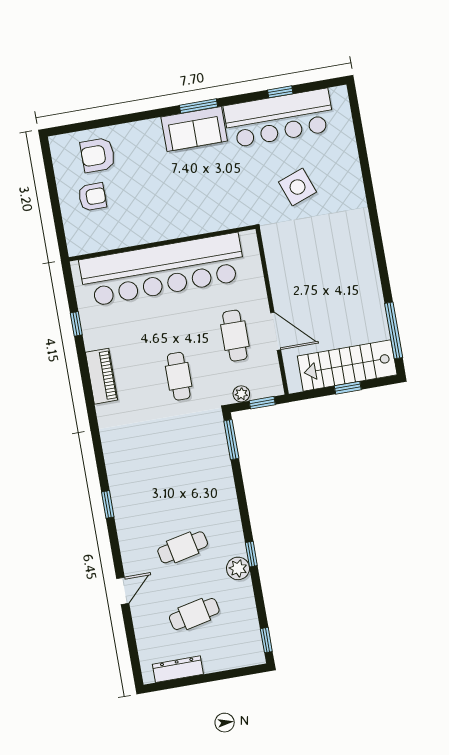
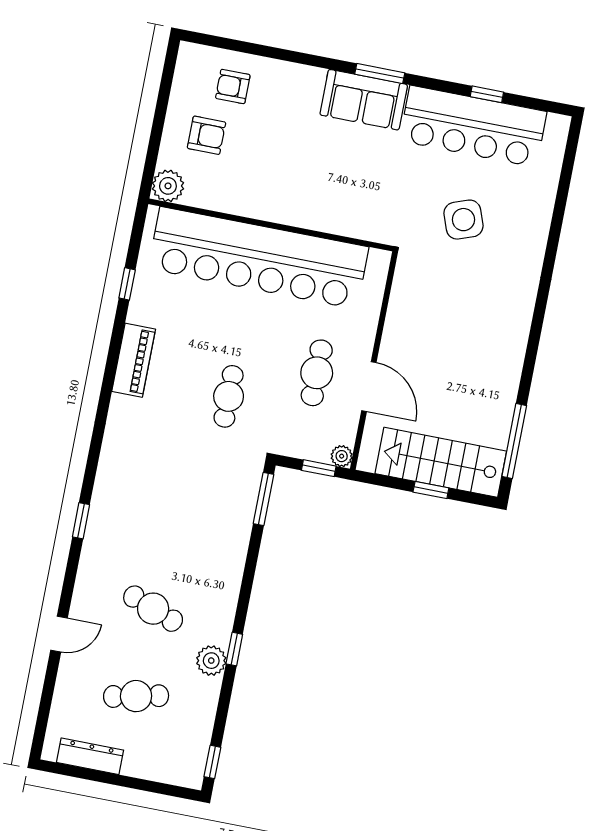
armchair: (98, 155) -> (233, 86), width x0.72, depth x0.72
plant: (79, 243) -> (168, 186), added
plant: (241, 394) -> (342, 456), moved
cafe table: (183, 547) -> (153, 609), turned 33

